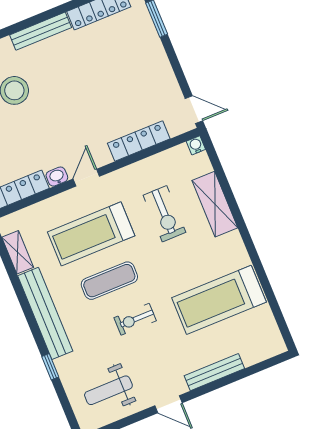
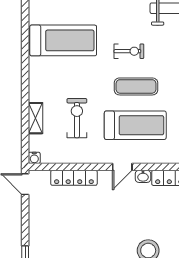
shelving: (215, 204) -> (36, 118), width x0.67, depth x0.75

